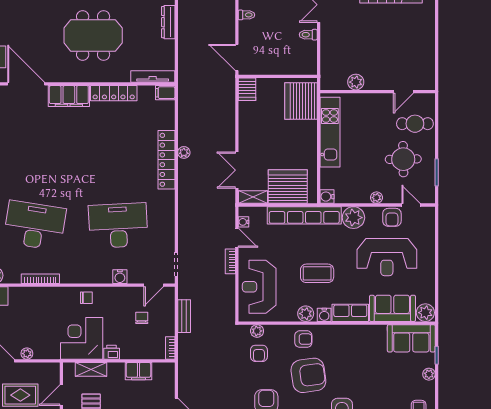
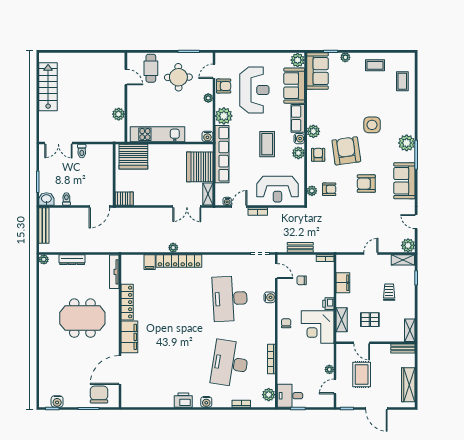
meeting table: (93, 35) -> (82, 318), turned 90
filing cabinet: (165, 93) -> (150, 262), moved
plant: (334, 333) -> (313, 131), added

